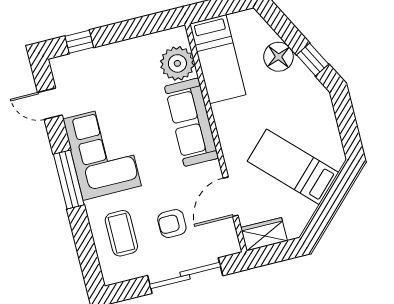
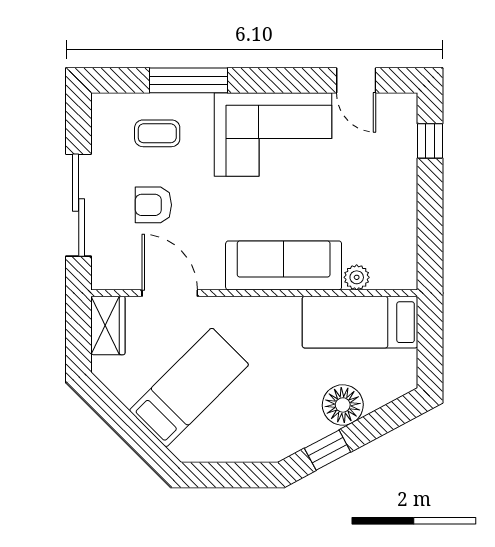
plant: (177, 63) -> (357, 277), width x0.53, depth x0.53
door: (50, 104) -> (356, 80), swing flipped
window: (69, 179) -> (188, 80), moved
armchair: (172, 224) -> (153, 205), turned -90
coffee table: (121, 233) -> (157, 133), width x0.73, depth x0.77

